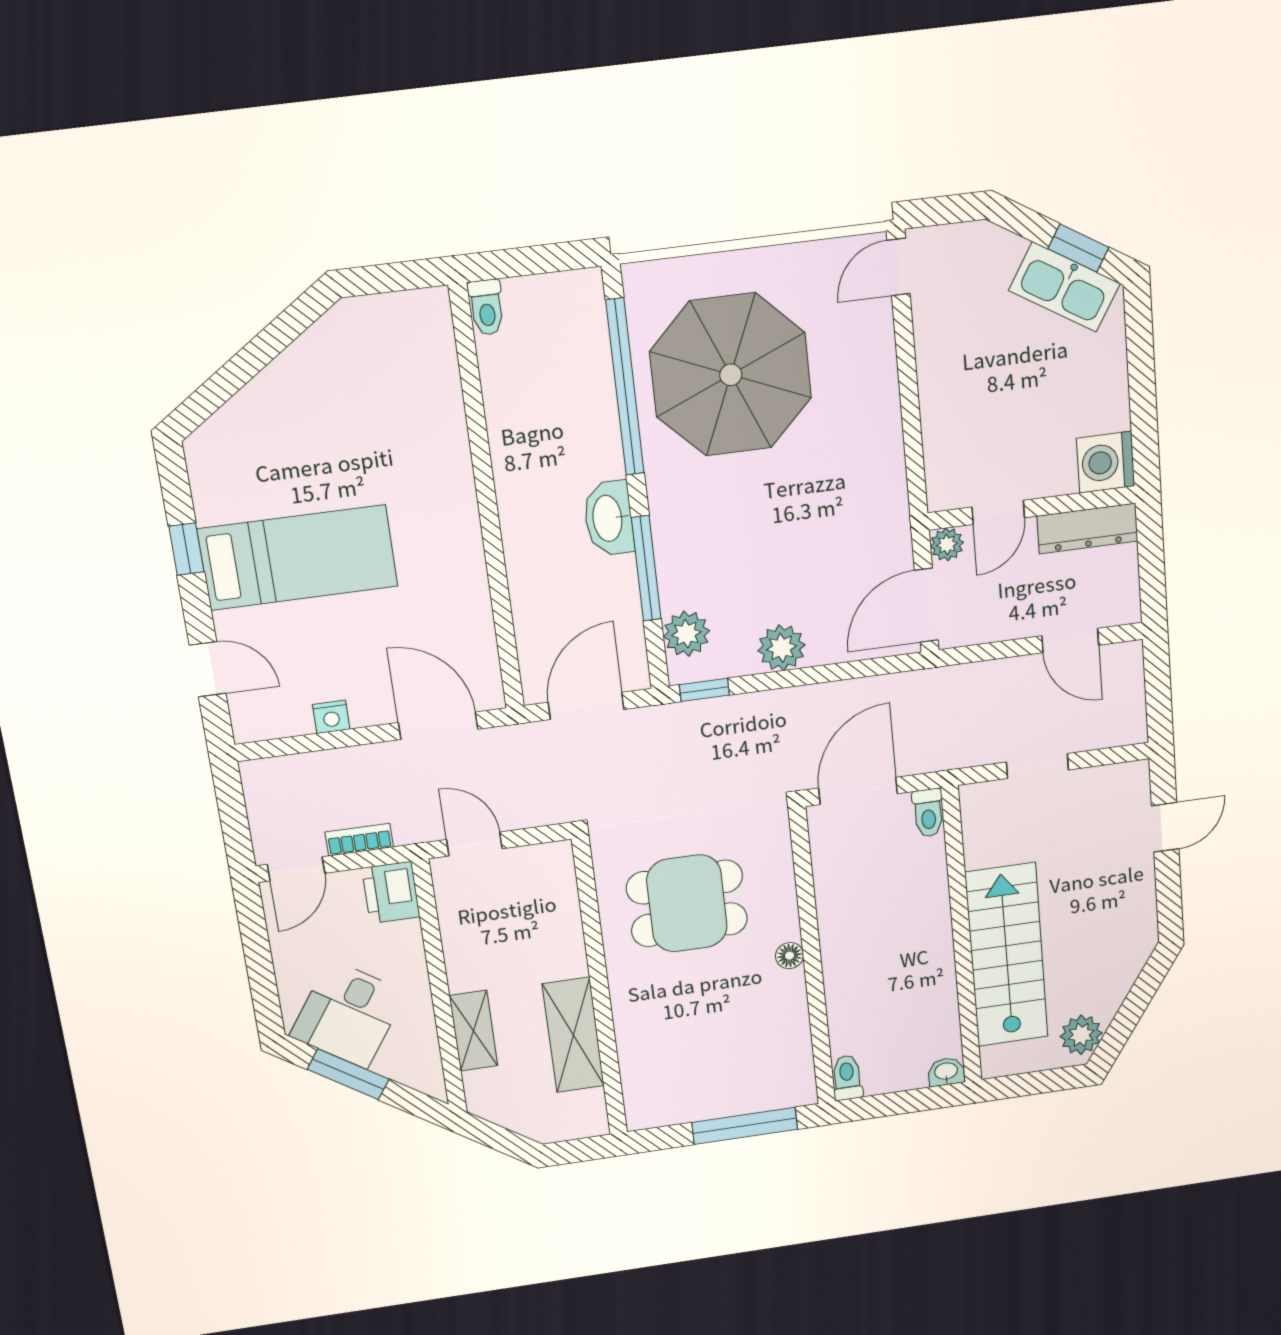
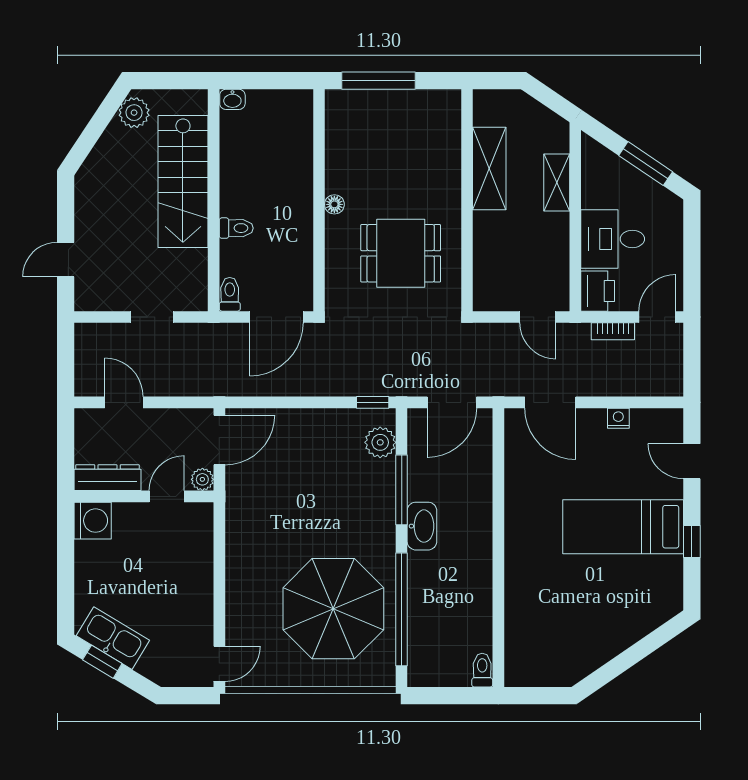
plant: (782, 648) -> (318, 424), removed
desk: (348, 1014) -> (613, 239), moved, turned -124
toilet: (847, 1078) -> (236, 228), moved, turned -90

